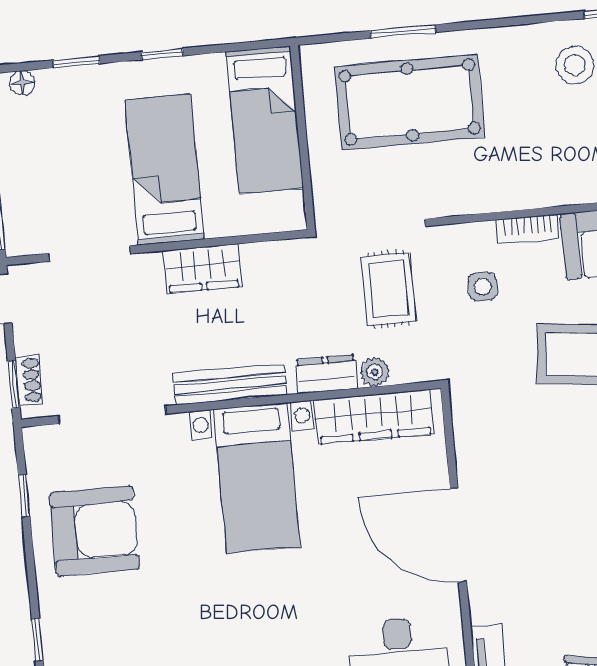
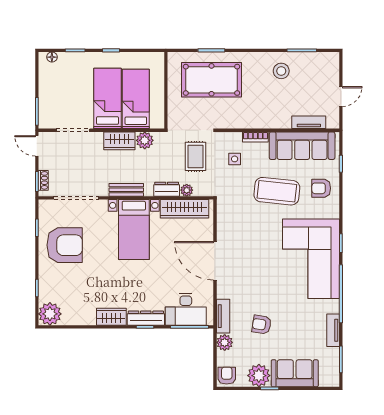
bed: (265, 120) -> (136, 99), moved, turned 180
plant: (263, 262) -> (145, 140), added
bench: (230, 384) -> (126, 190), width x0.73

